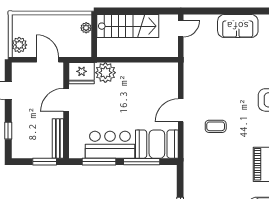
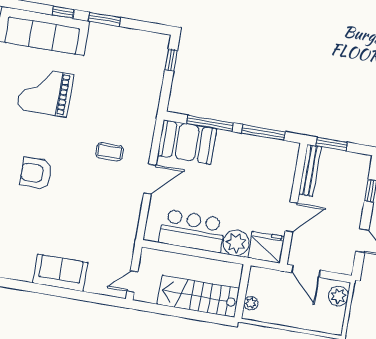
bar counter: (110, 145) -> (192, 231), moved, turned 180

